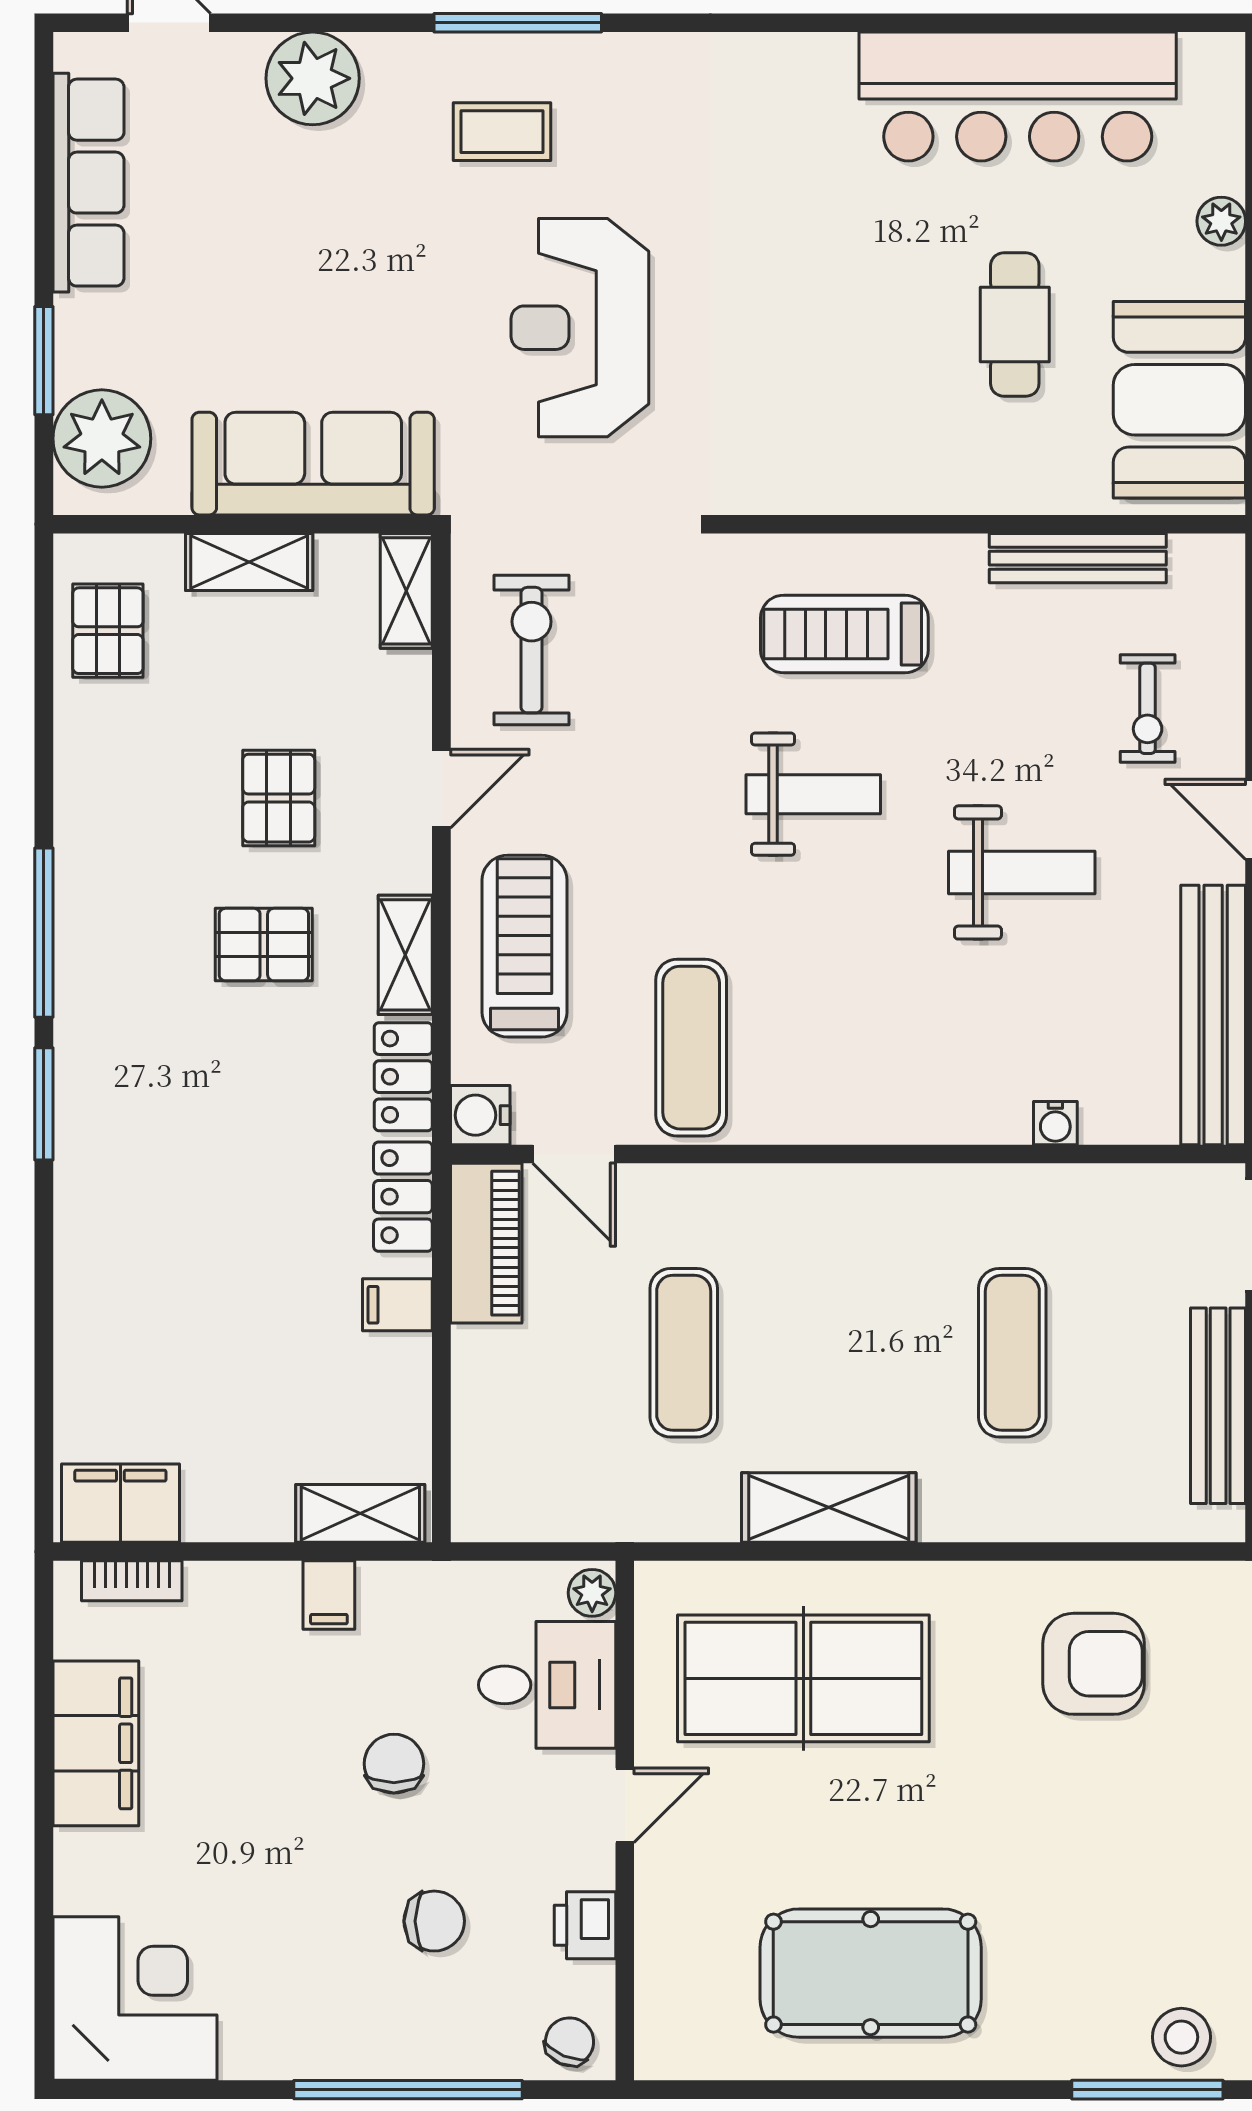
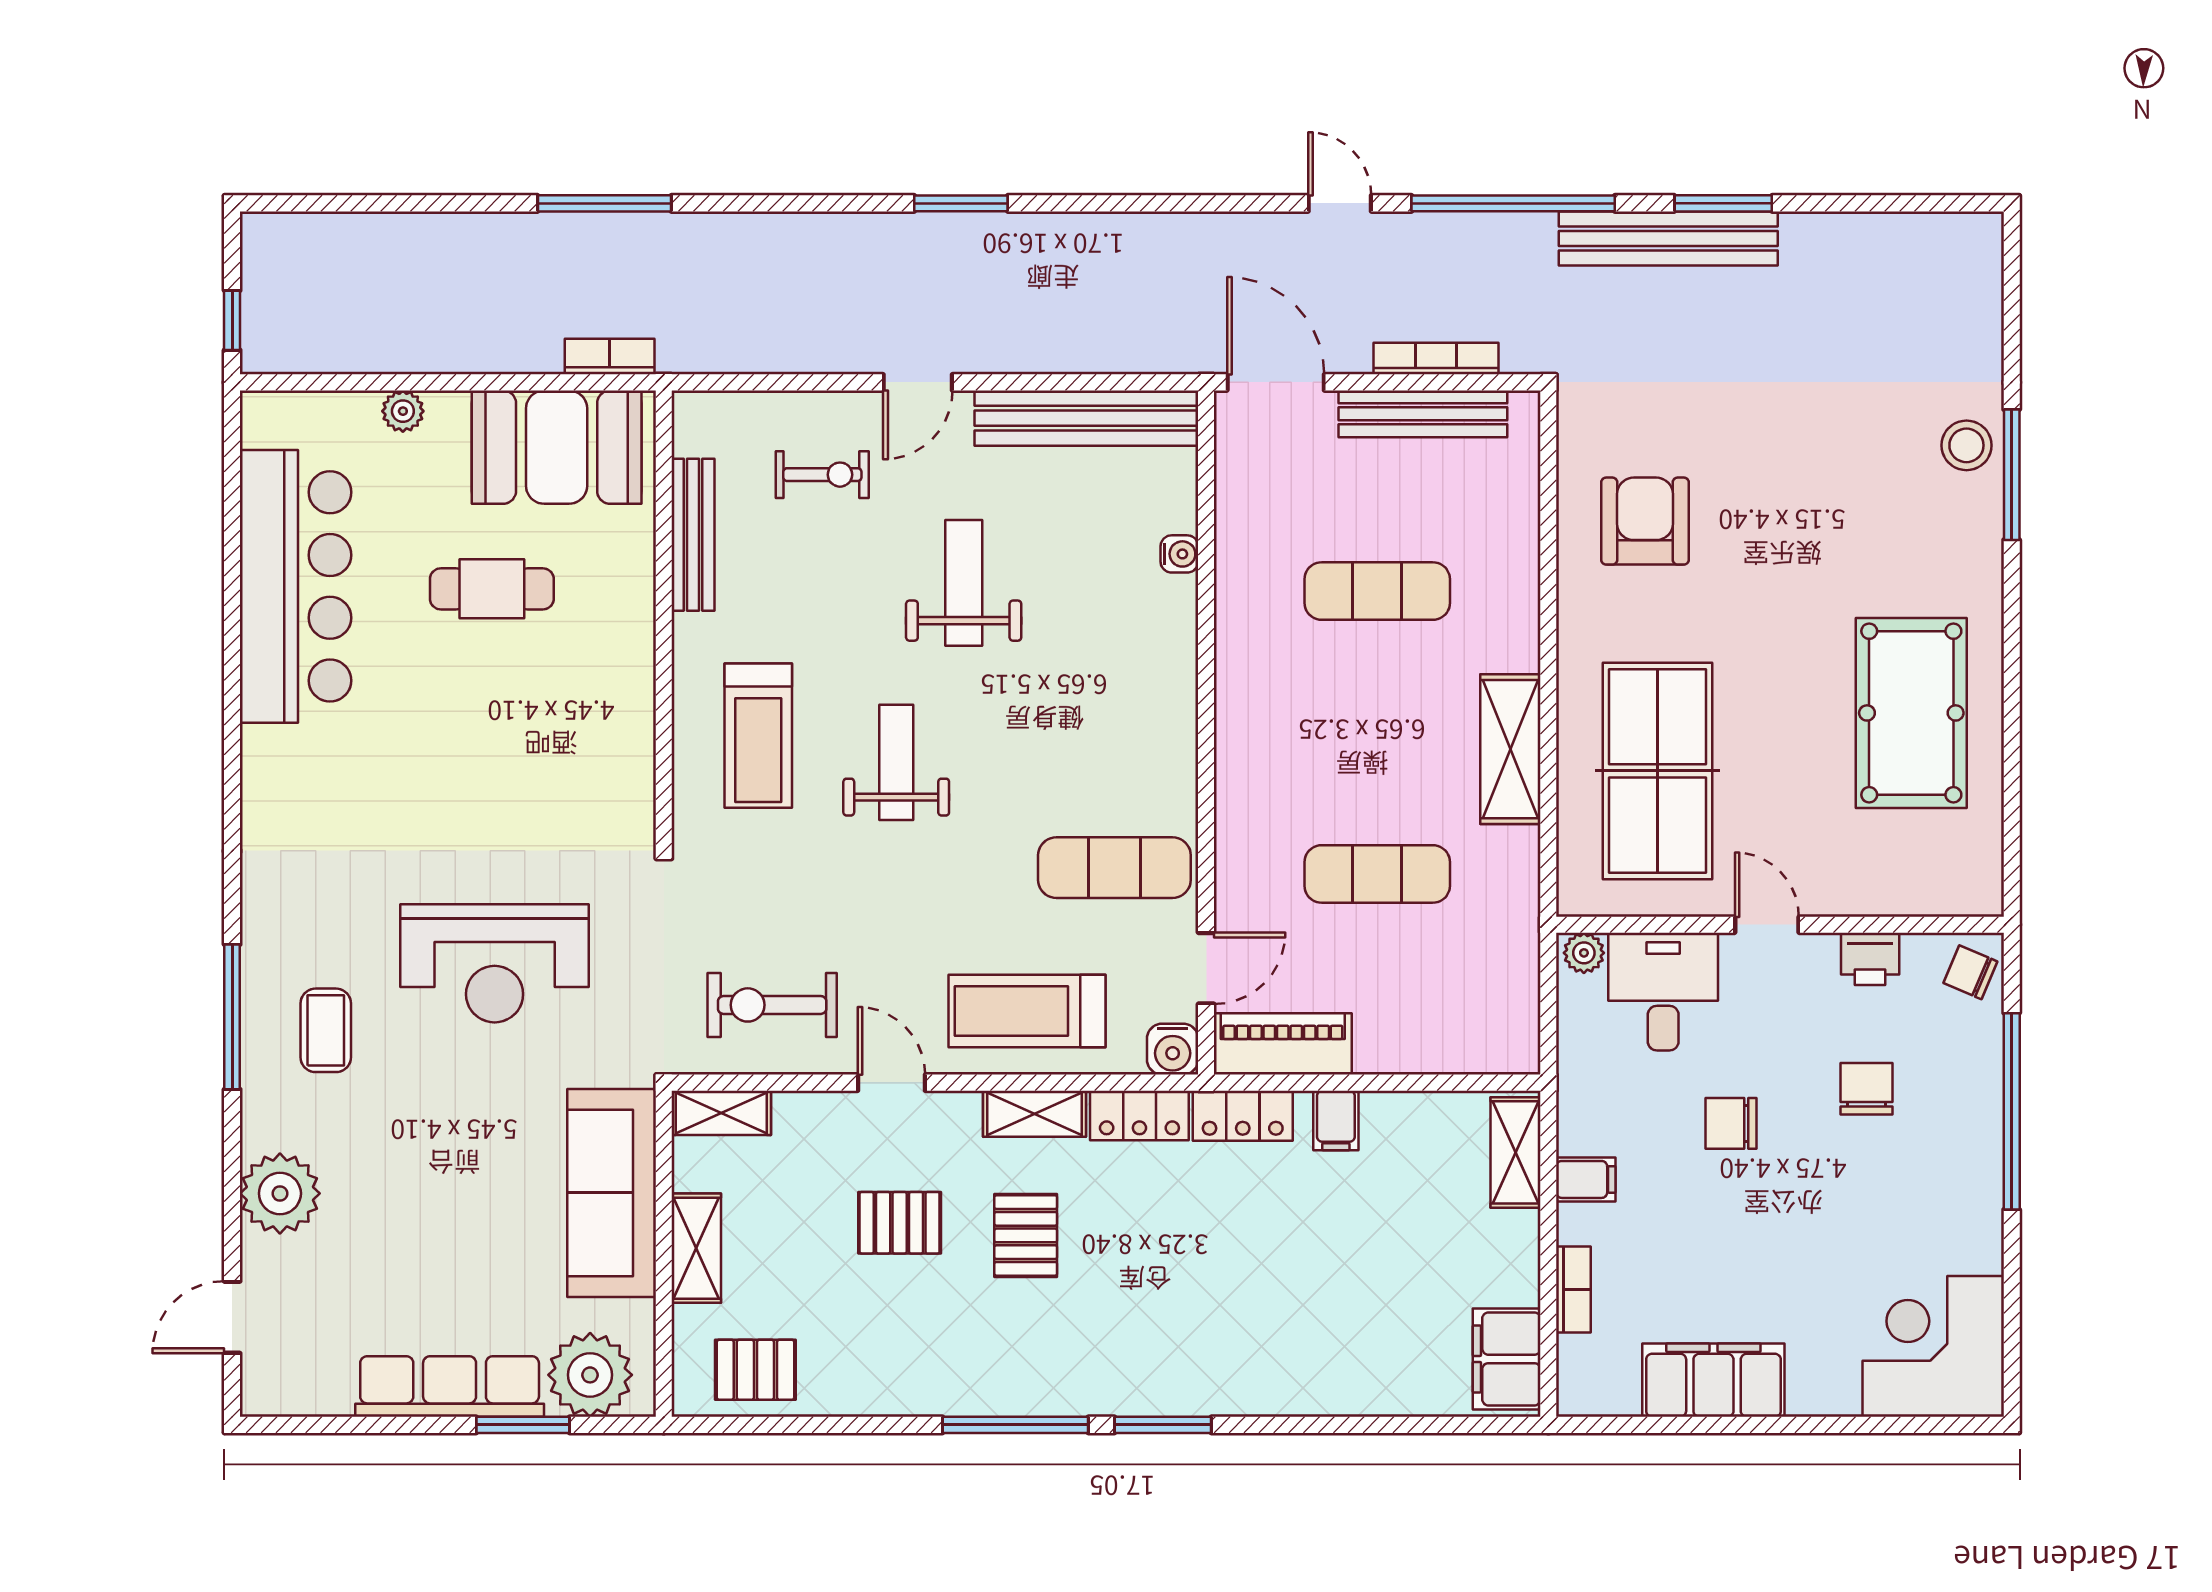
row of seats: (88, 183) -> (450, 1386), moved
bookcase: (132, 1581) -> (1573, 1289), moved

